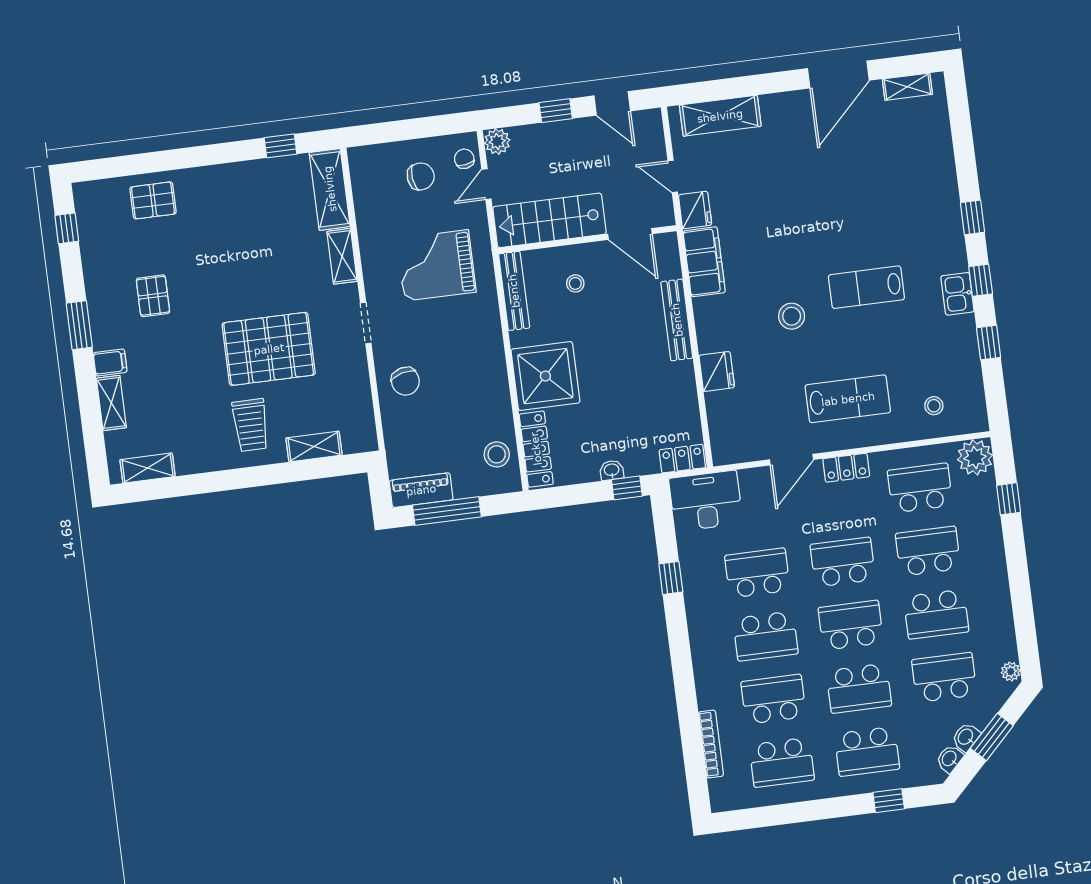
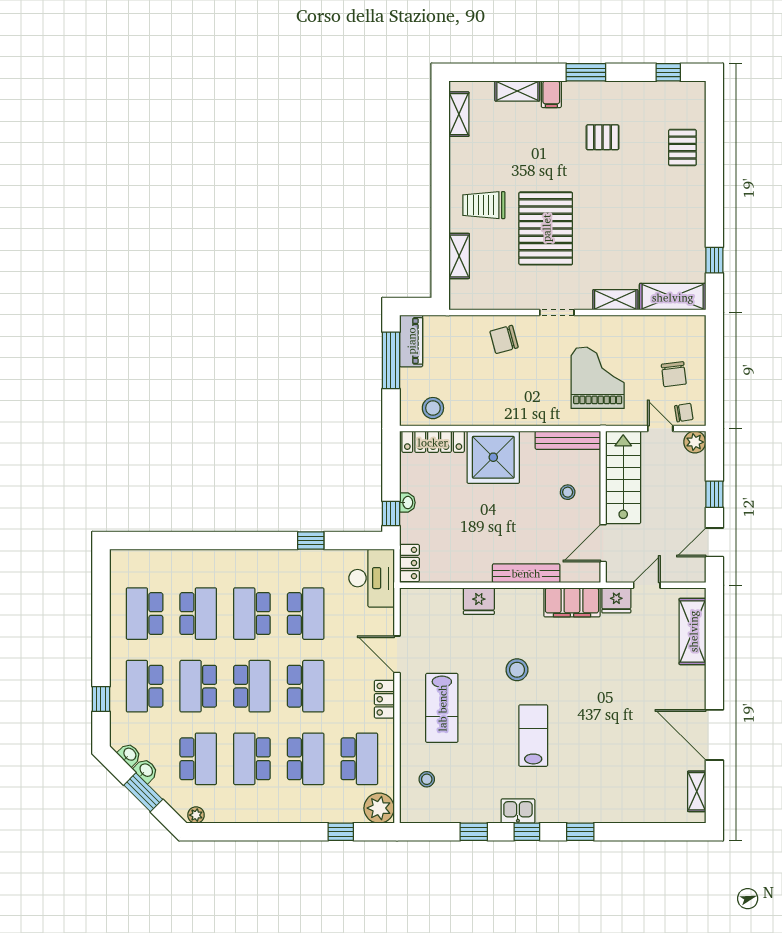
bookcase: (711, 744) -> (167, 556), removed

